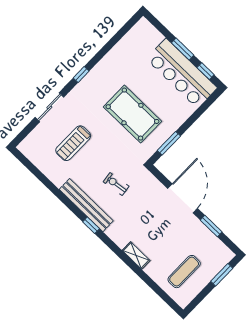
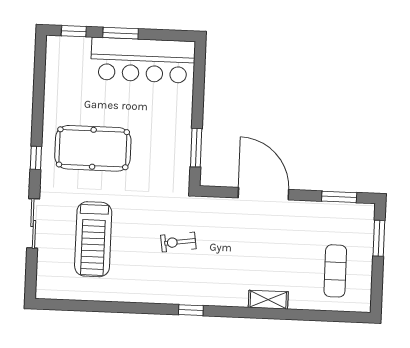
window: (206, 71) -> (74, 31), moved
pool table: (132, 114) -> (93, 148), moved
treadmill: (73, 143) -> (93, 239), width x1.37, depth x1.38
bench: (86, 205) -> (166, 293), removed
window: (211, 226) -> (339, 197), moved

